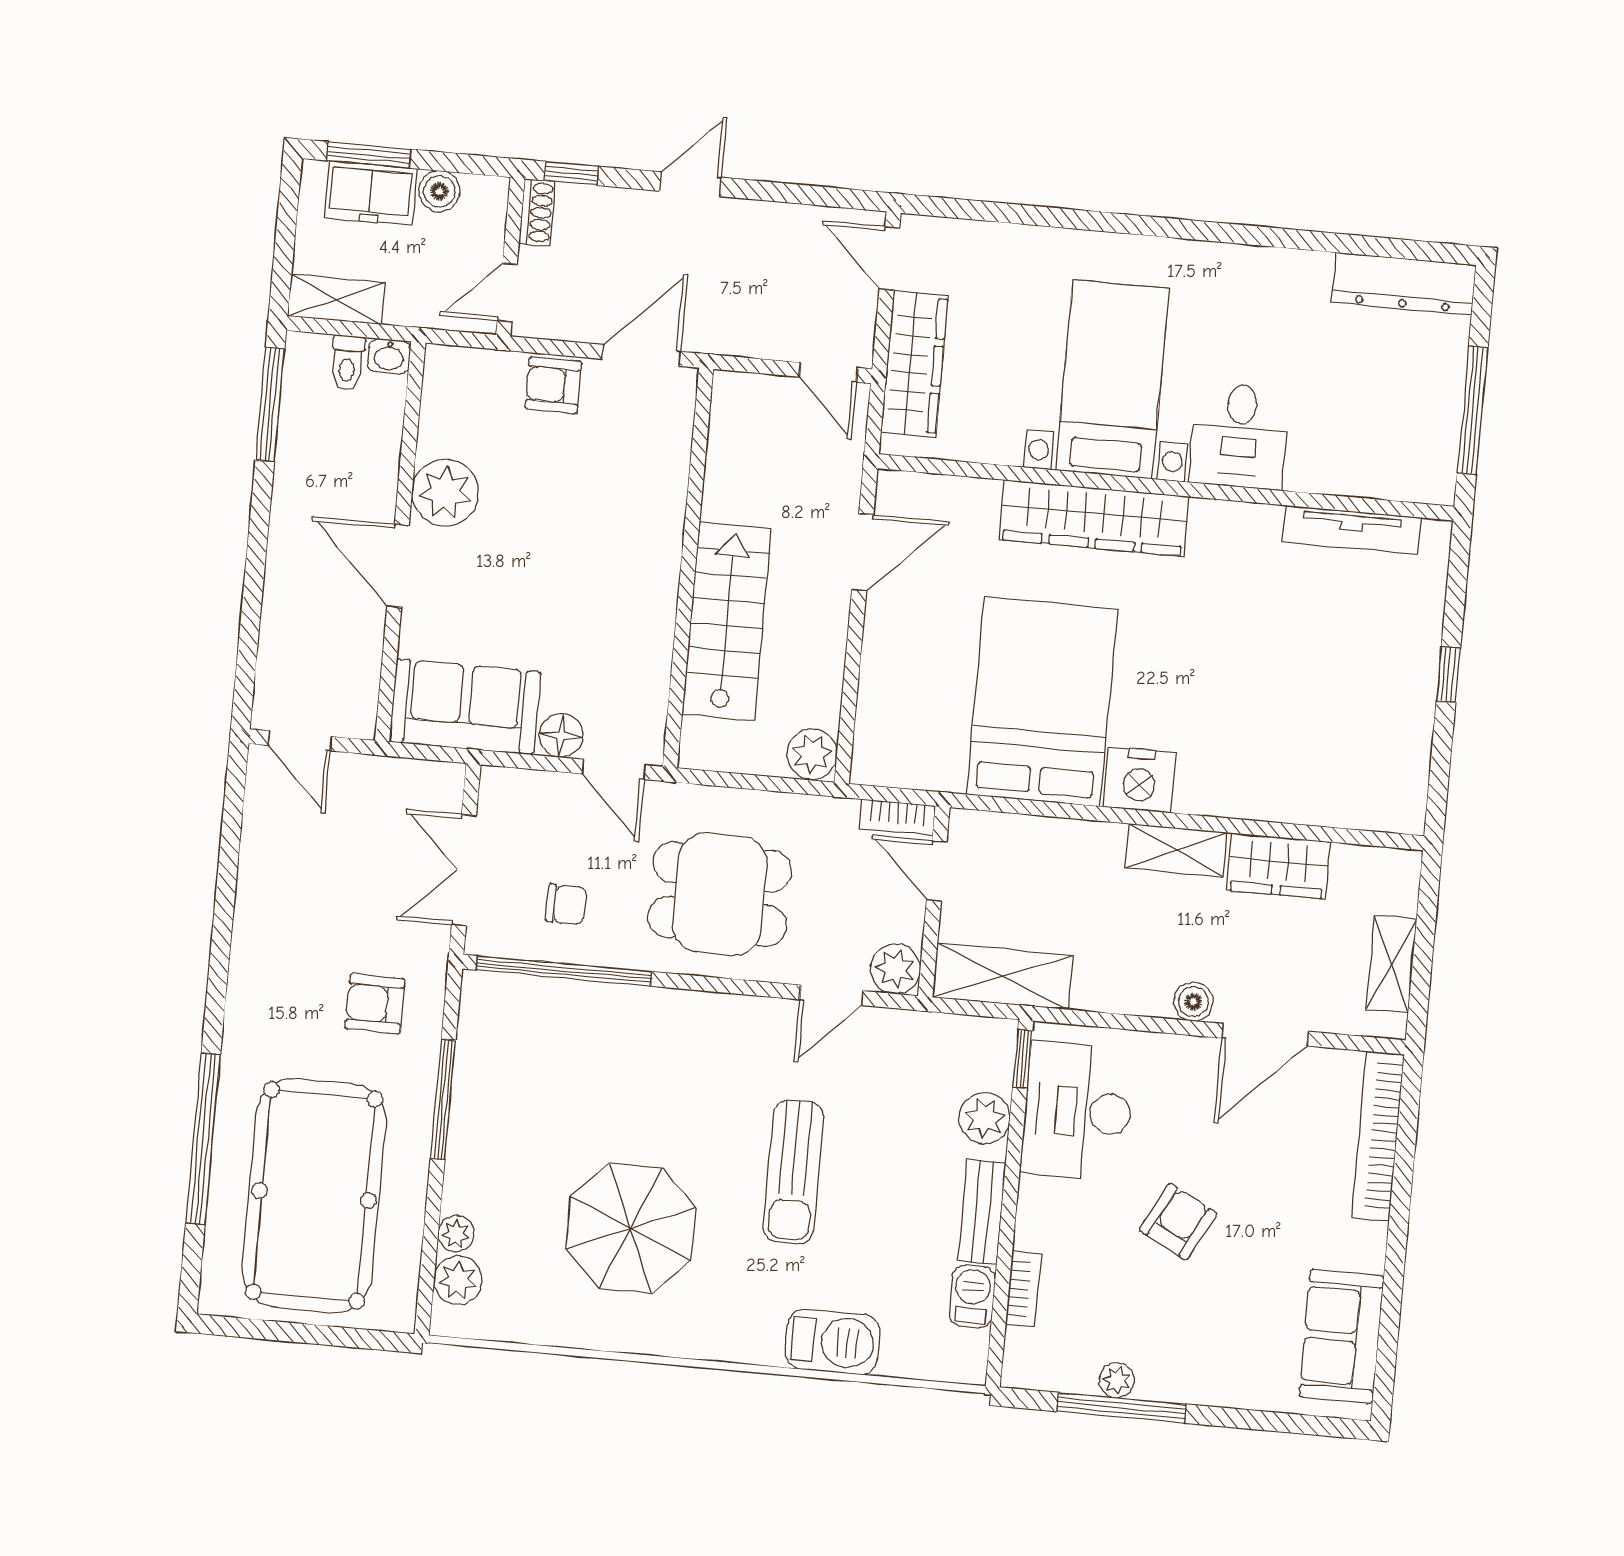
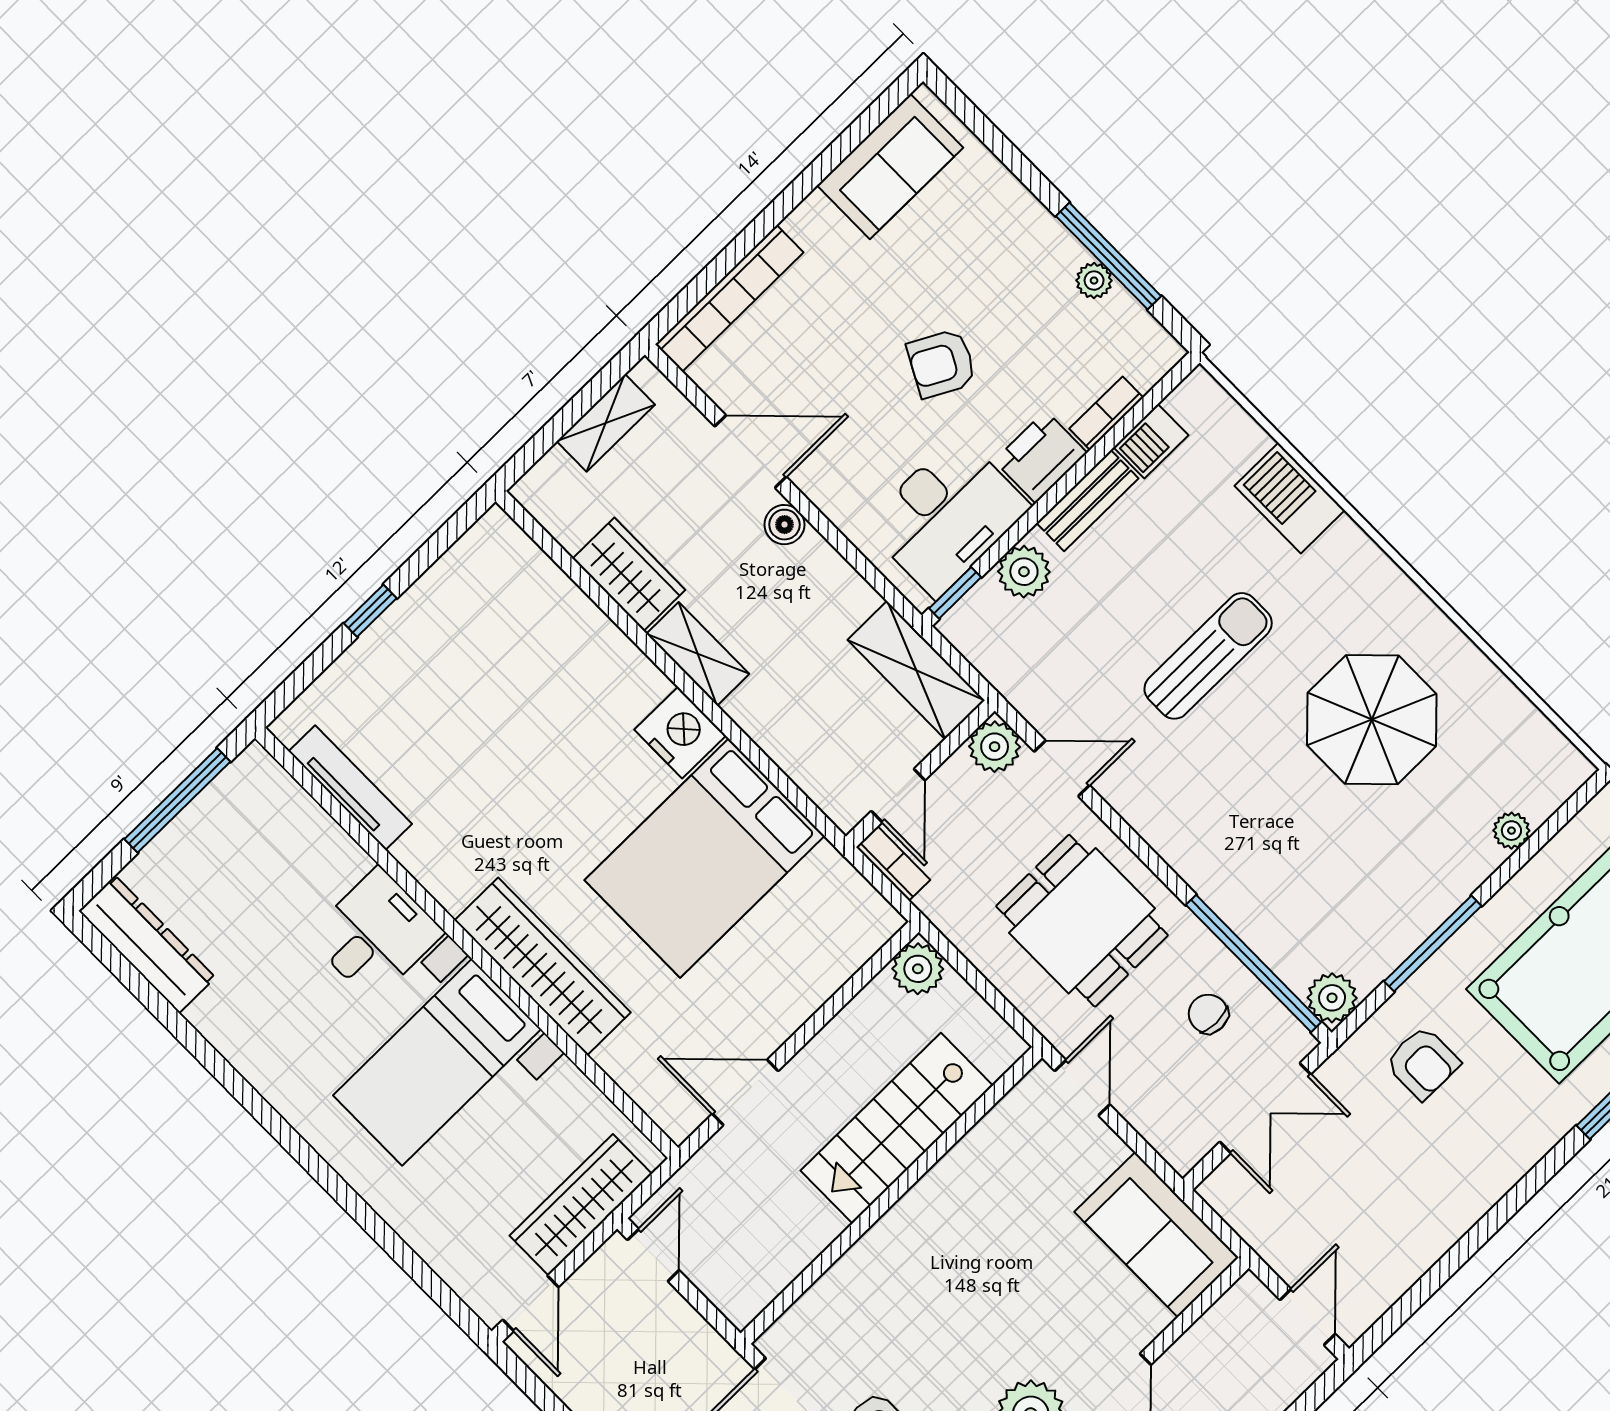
floor lamp: (561, 736) -> (1101, 1149), removed
printer: (1045, 1215) -> (1041, 457), added
plant: (458, 1280) -> (1332, 998), moved

